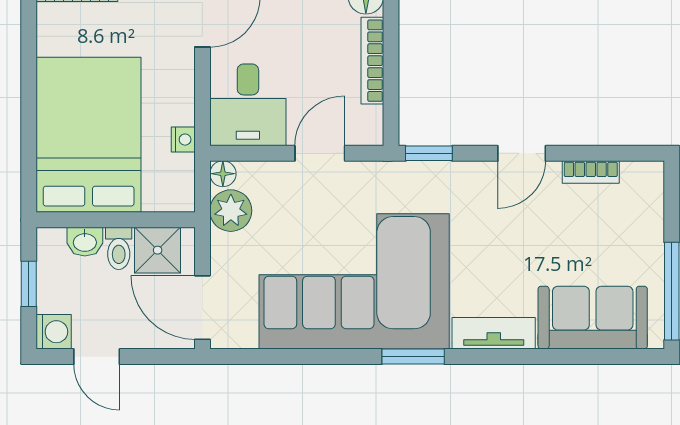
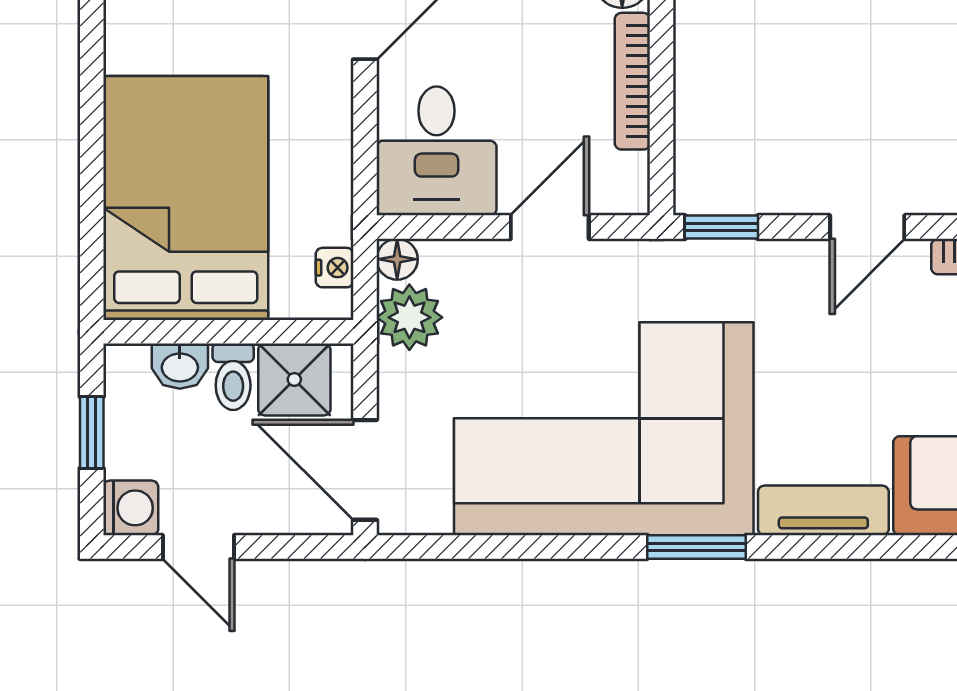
nightstand: (183, 140) -> (335, 268), moved

